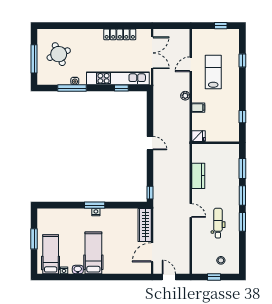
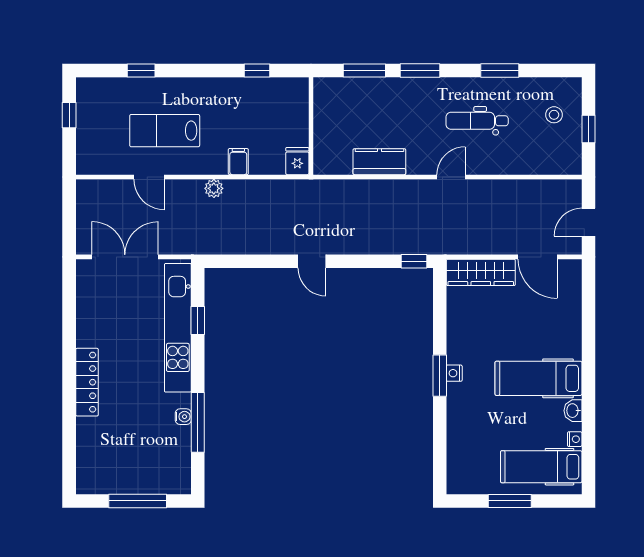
locker: (120, 34) -> (87, 382), moved
round table: (59, 54) -> (128, 450), removed
door: (150, 143) -> (312, 261), swing flipped
window: (242, 222) -> (500, 70), moved

